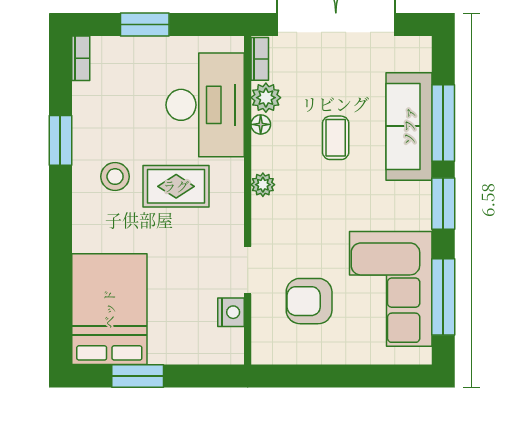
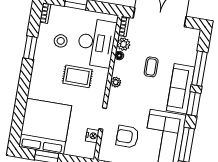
sofa: (409, 126) -> (181, 89), moved
stool: (115, 177) -> (61, 41), moved
bed: (109, 309) -> (45, 126), width x1.36

